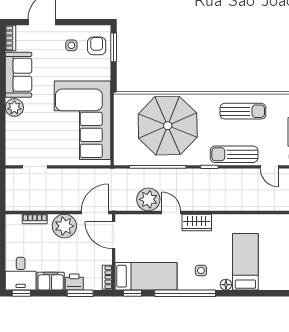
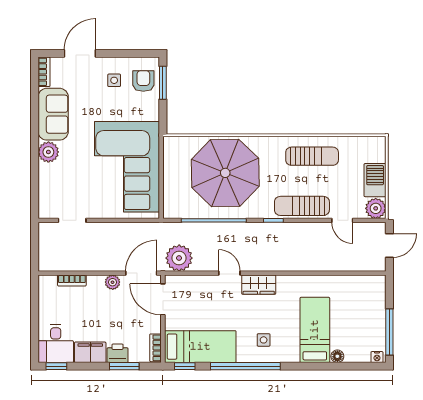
plant: (148, 199) -> (179, 258), moved
plant: (64, 226) -> (113, 282), width x0.53, depth x0.53
floor lamp: (226, 285) -> (337, 356), moved

